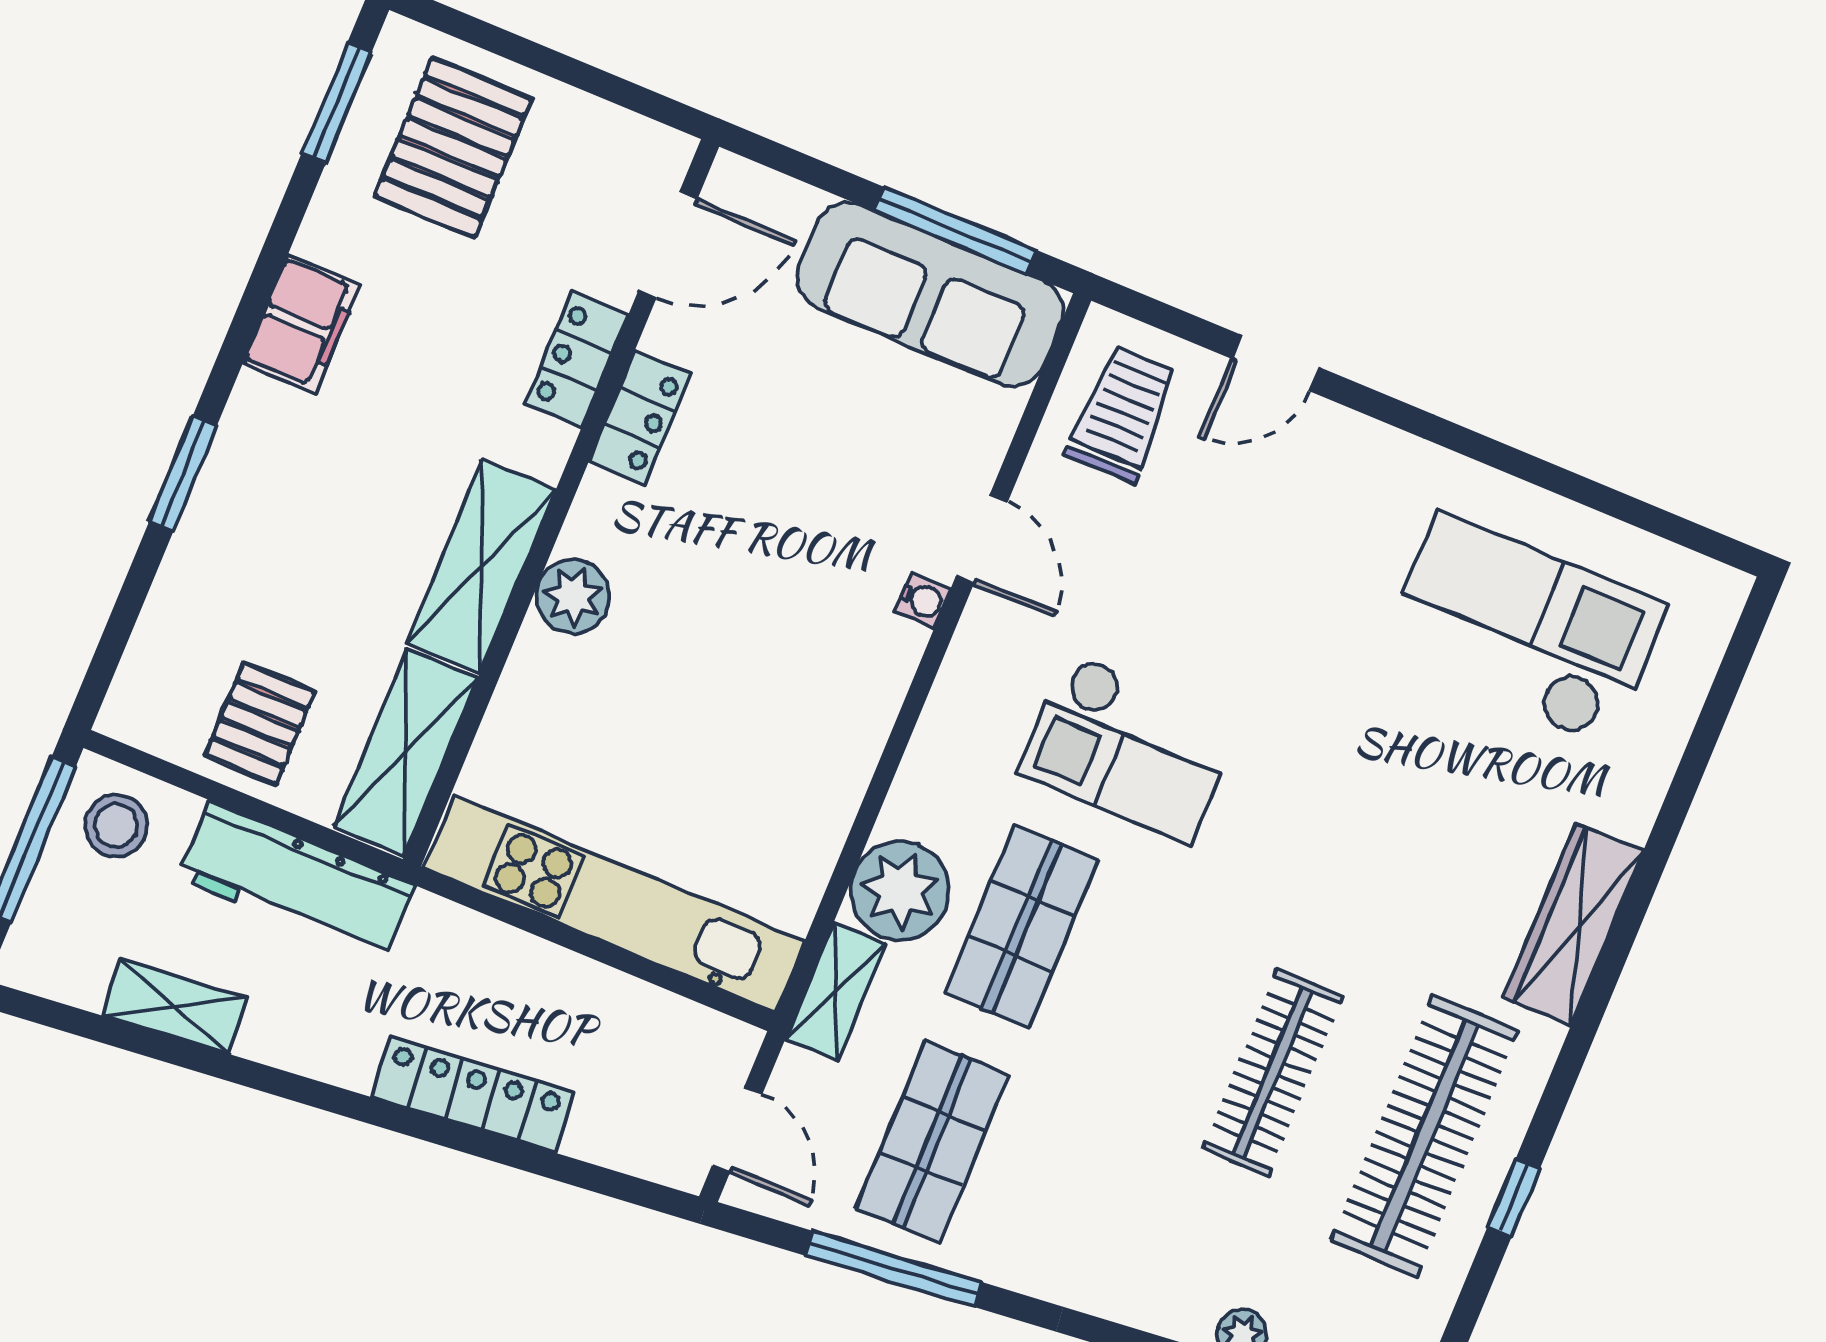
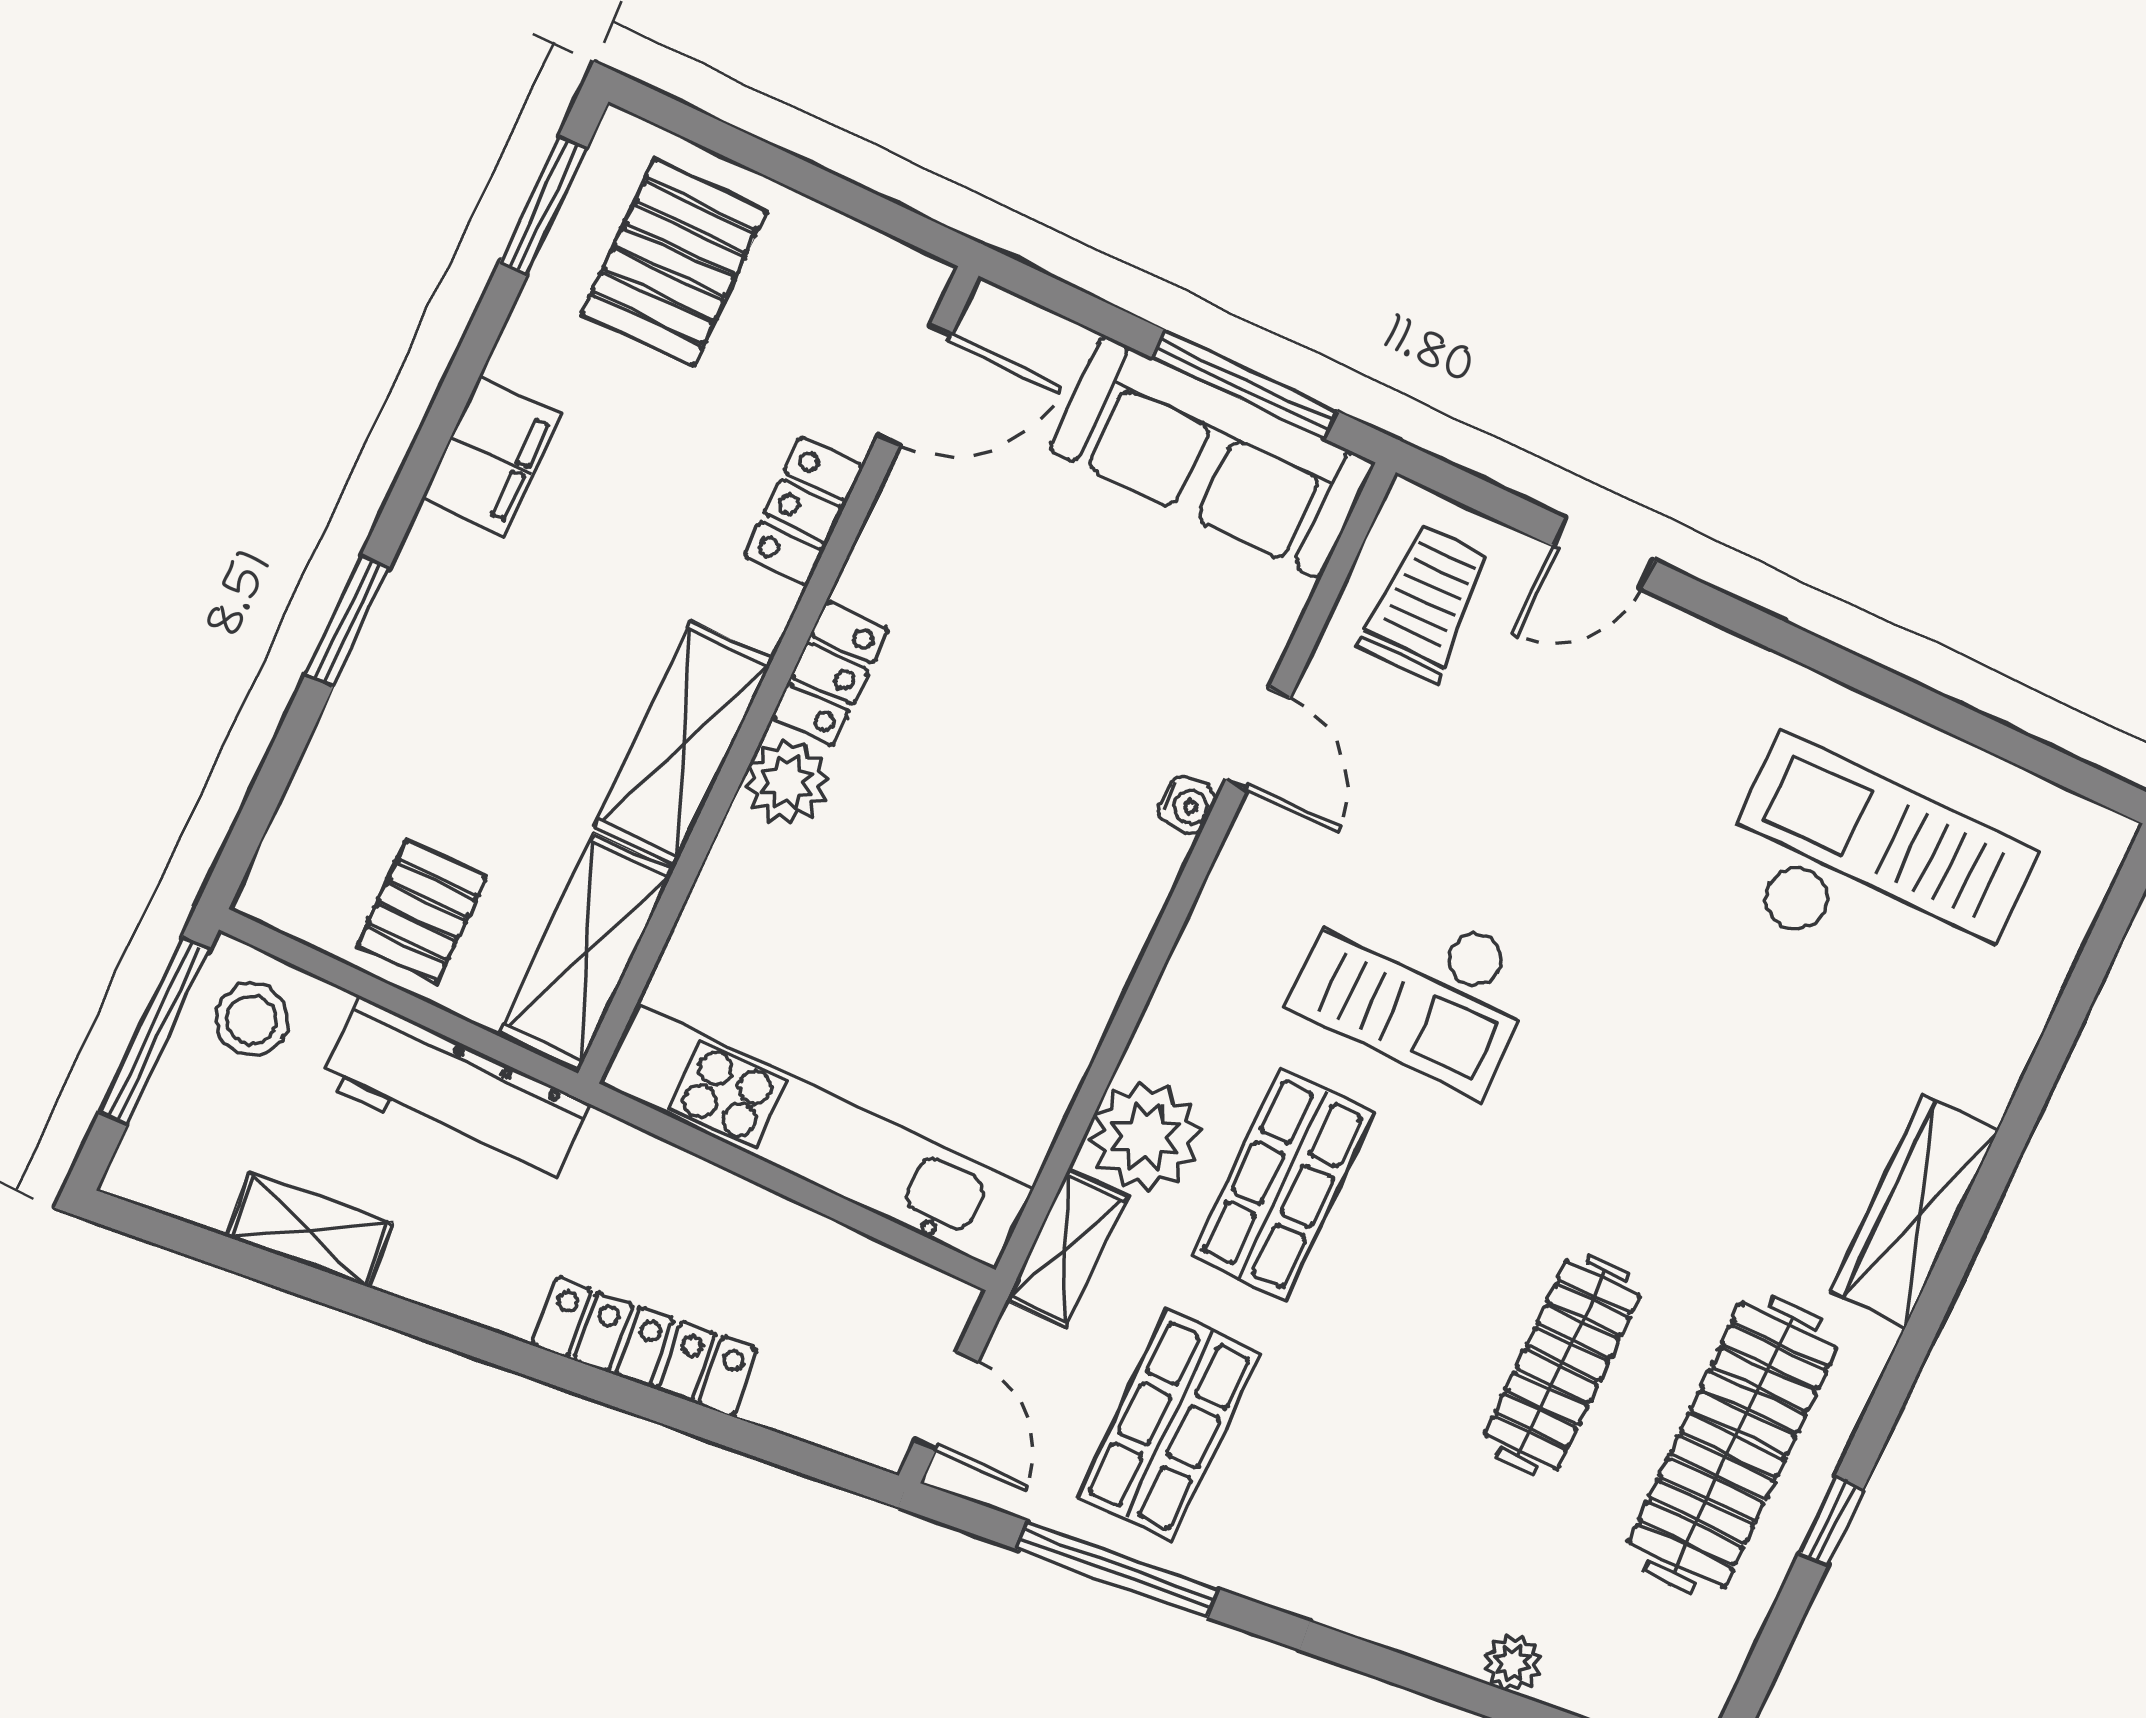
locker: (640, 418) -> (830, 673), moved

